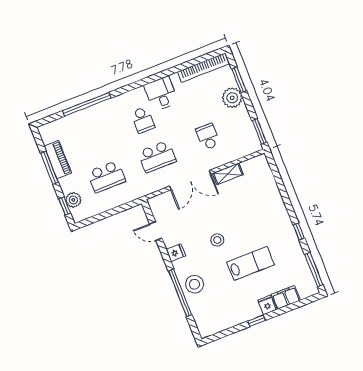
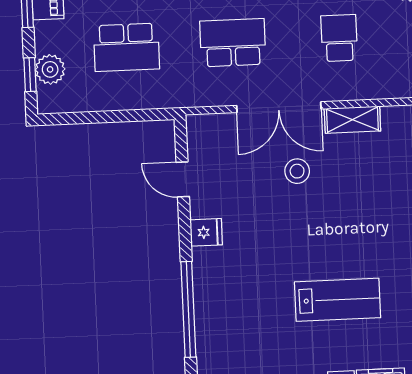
school desk: (157, 157) -> (233, 43), turned 180
stool: (217, 240) -> (297, 171), moved
stool: (195, 284) -> (221, 303), removed

